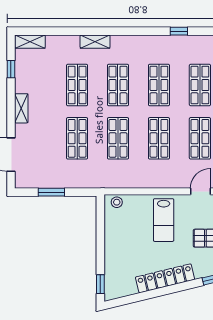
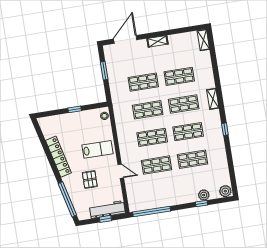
window: (179, 31) -> (225, 129), moved
shelving: (95, 42) -> (213, 99), moved
window: (11, 69) -> (183, 30), removed
lab bench: (164, 220) -> (97, 149), turned 180
window: (100, 284) -> (75, 109), moved

